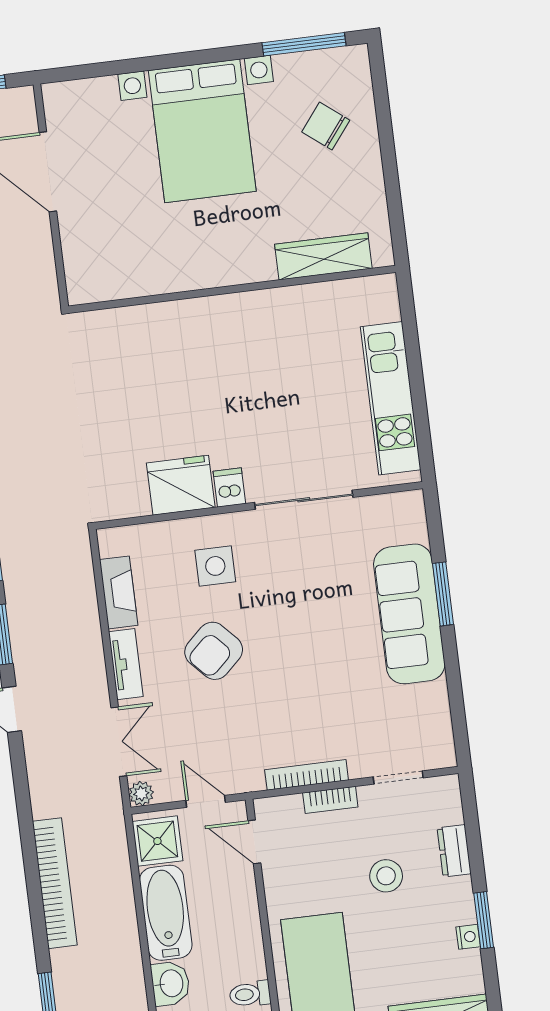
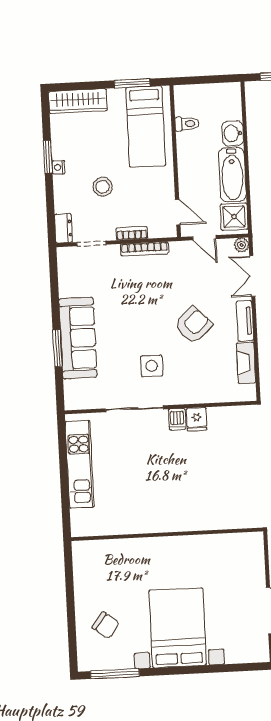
wardrobe: (323, 256) -> (113, 550), removed
fridge: (181, 485) -> (197, 419), width x0.53, depth x0.75
side table: (215, 566) -> (152, 366), moved
dresser: (454, 851) -> (63, 228), moved
nightstand: (468, 937) -> (59, 167), moved

